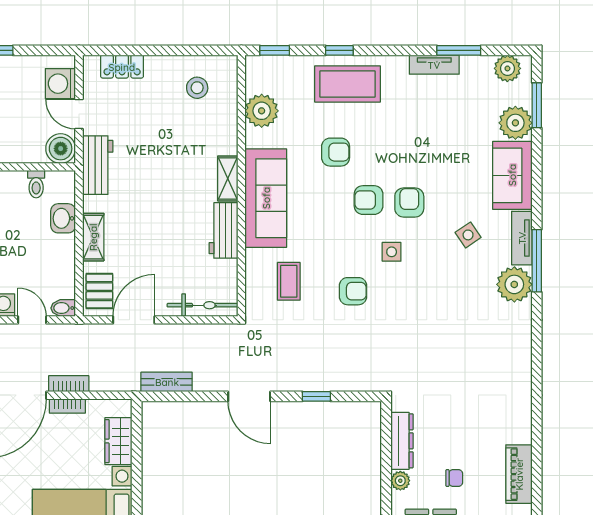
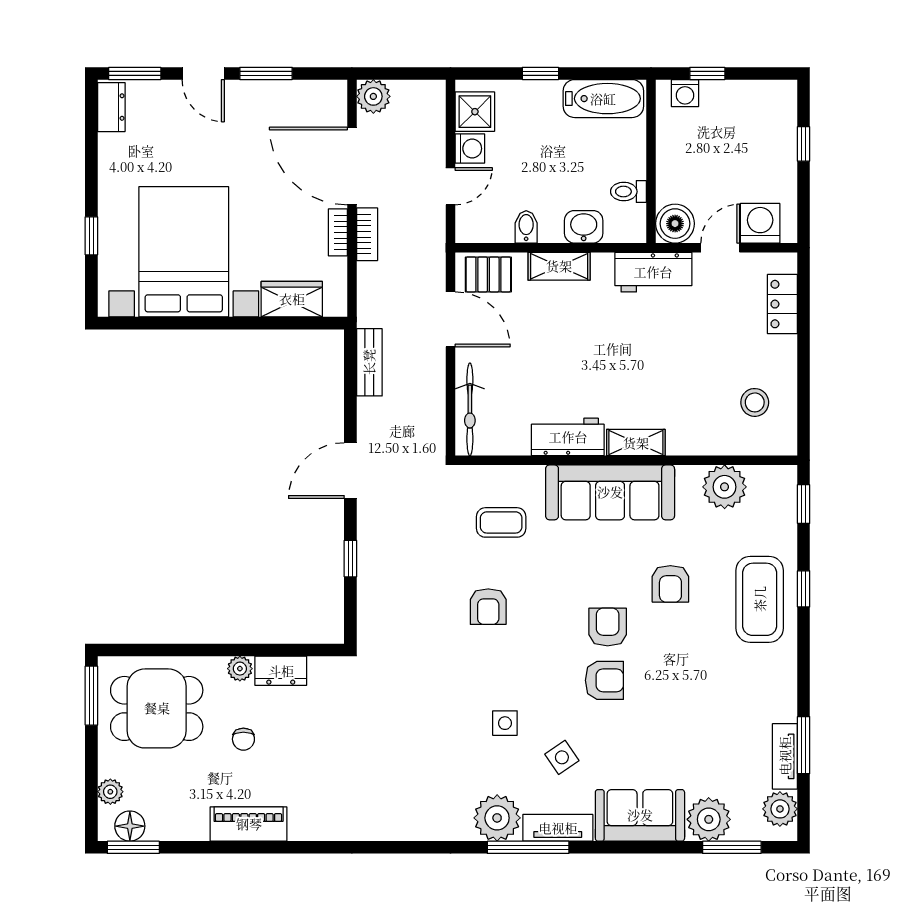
tv unit: (434, 65) -> (785, 756), moved
side table: (392, 252) -> (505, 723), moved
bidet: (63, 308) -> (526, 227), moved
dresser: (402, 441) -> (281, 671), width x0.70

